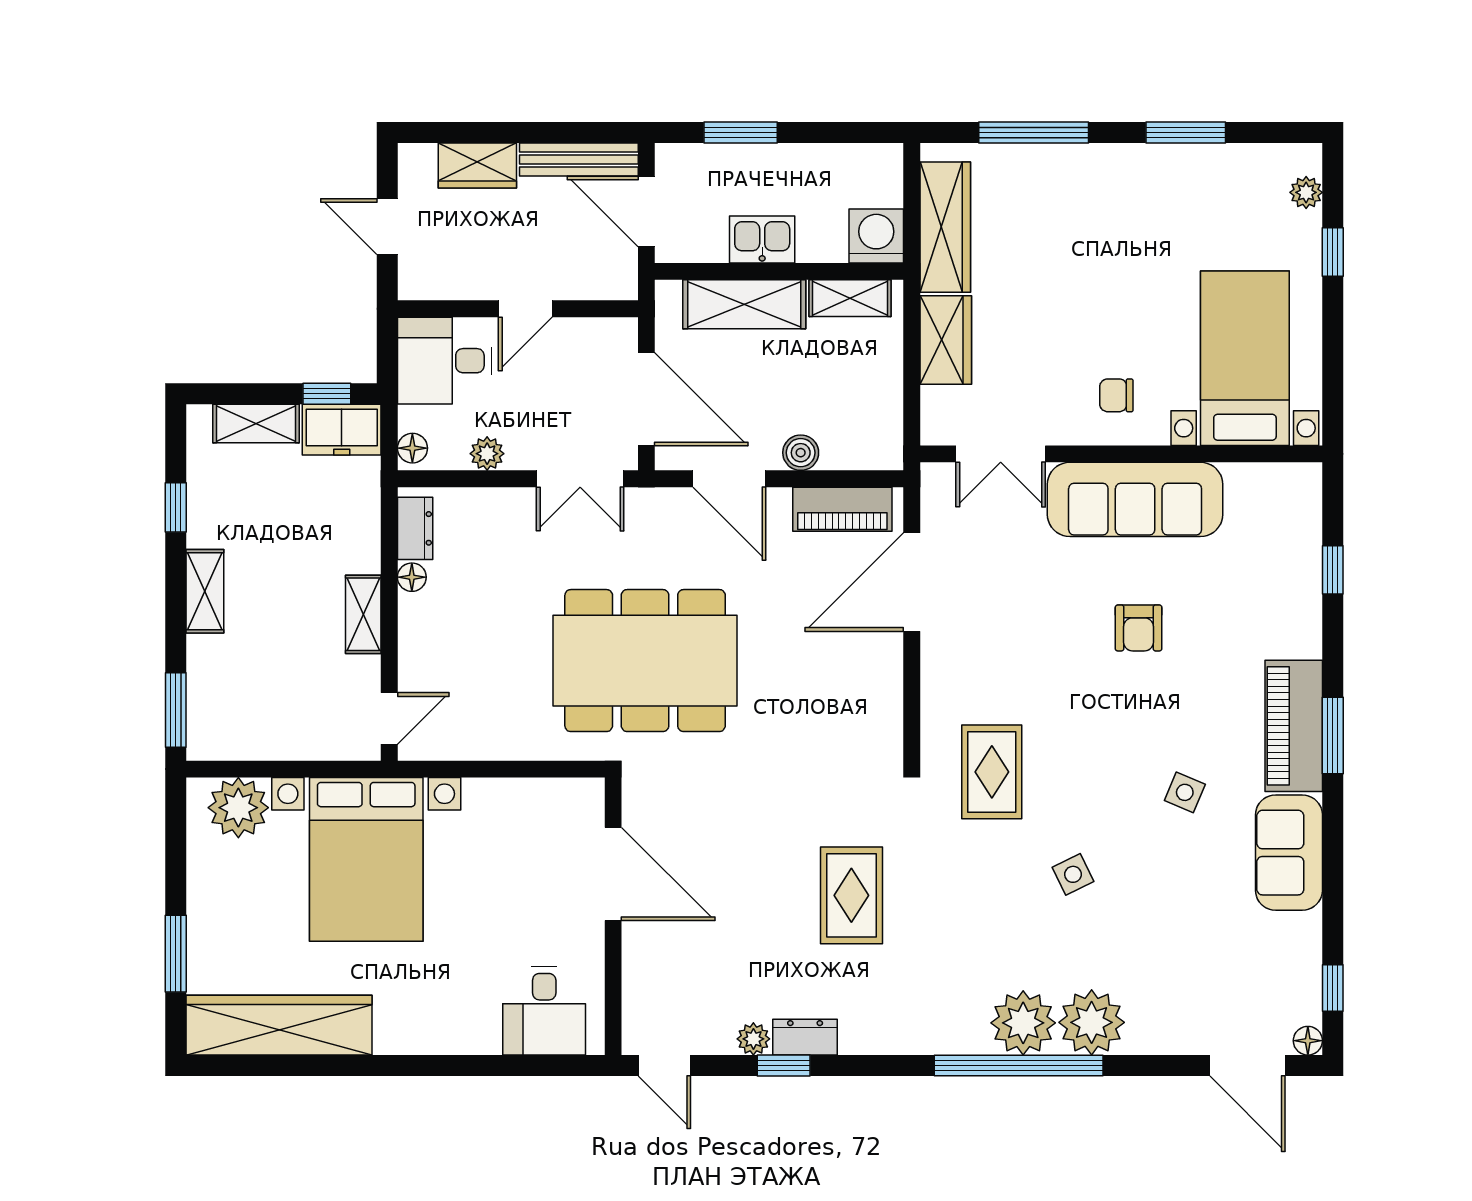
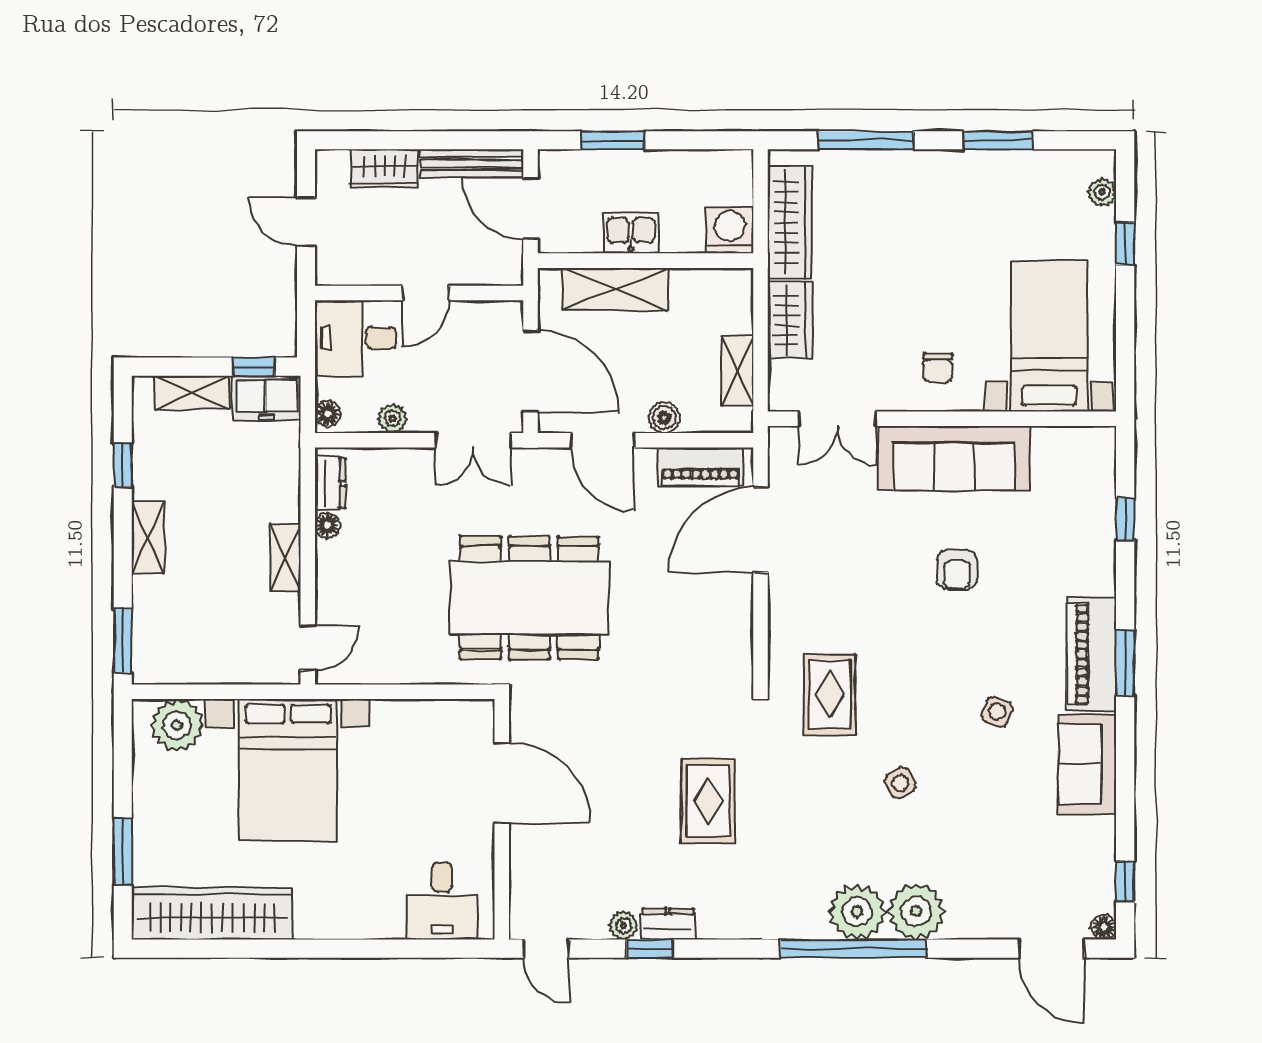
shelving: (850, 298) -> (737, 371), moved, turned 90
chair: (1116, 395) -> (938, 368), turned -90

